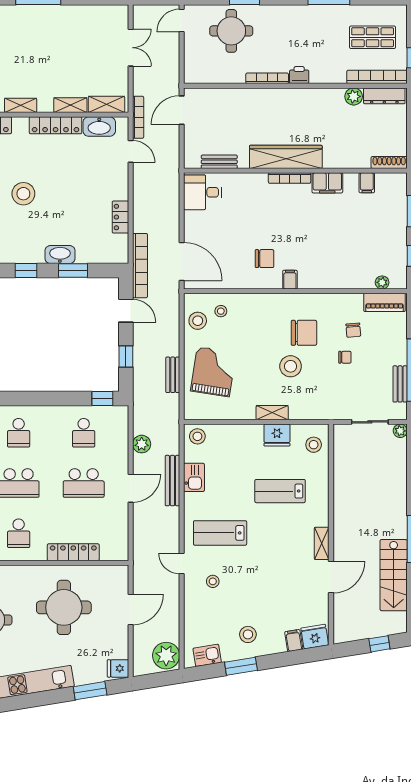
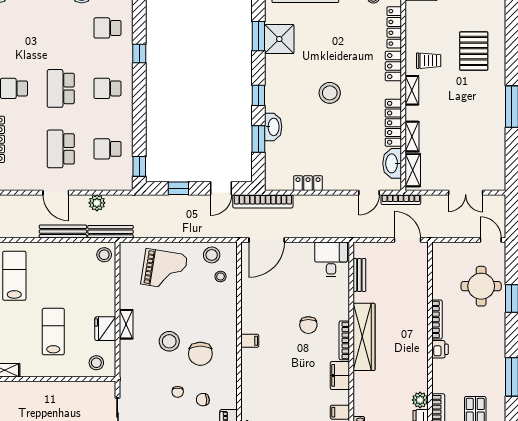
chair: (265, 259) -> (308, 325), moved
bench: (173, 375) -> (110, 232), moved, width x1.36
kitchen sink: (194, 477) -> (66, 251), removed

